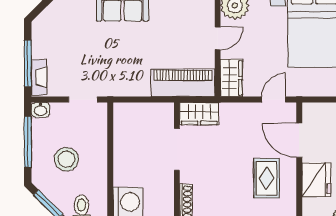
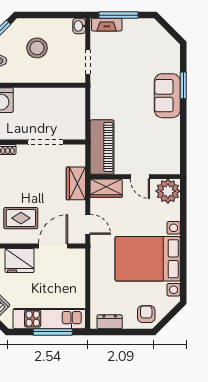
wardrobe: (199, 114) -> (76, 183), moved
window: (28, 142) -> (52, 15), removed

